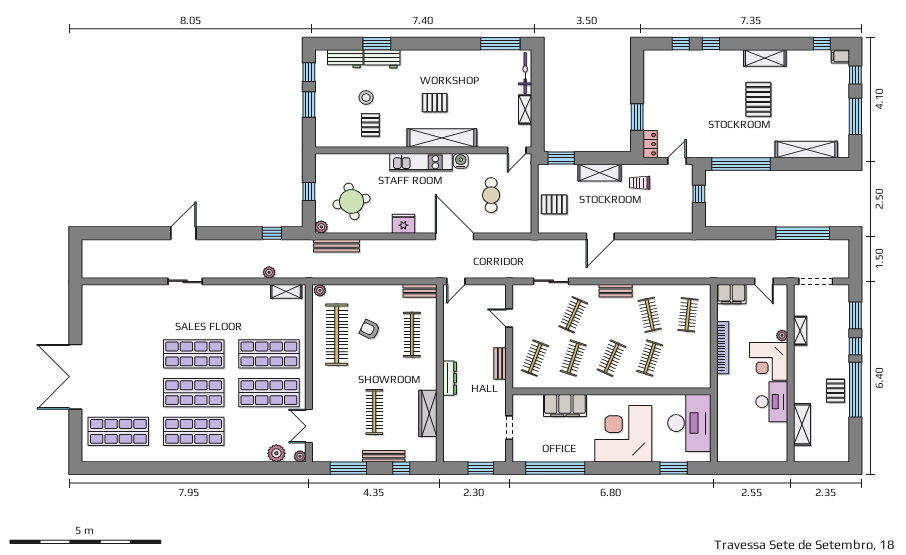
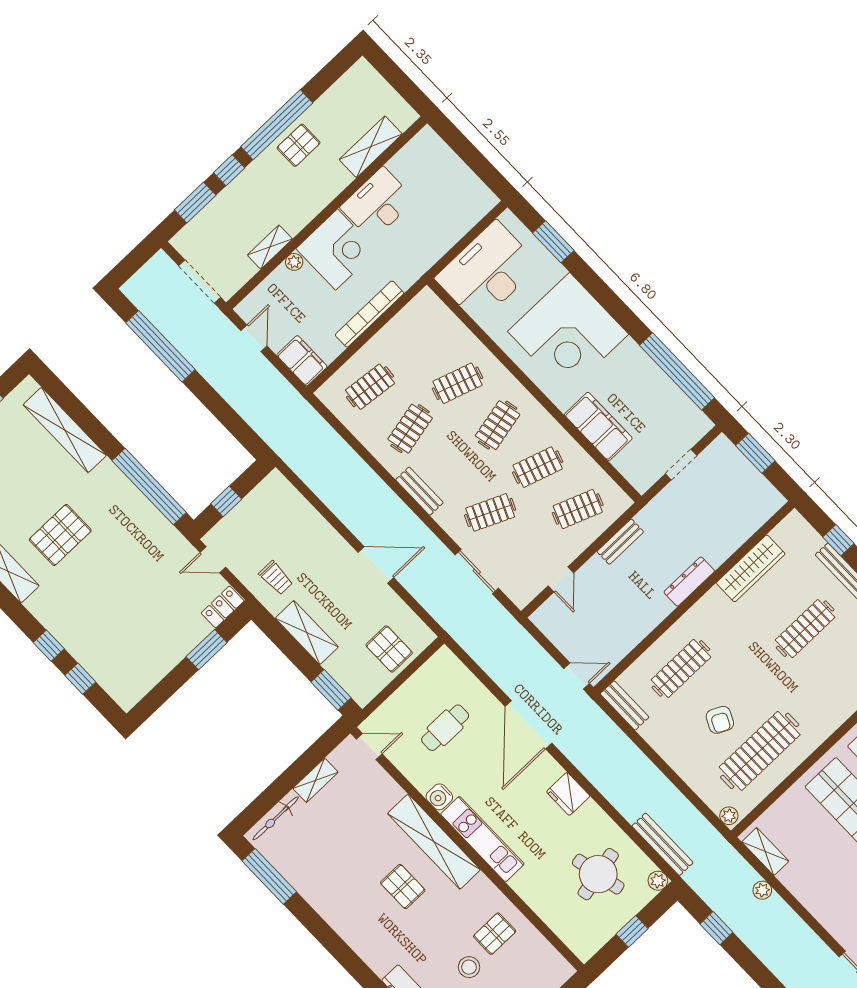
clothes rail: (611, 358) -> (498, 425), turned -36

